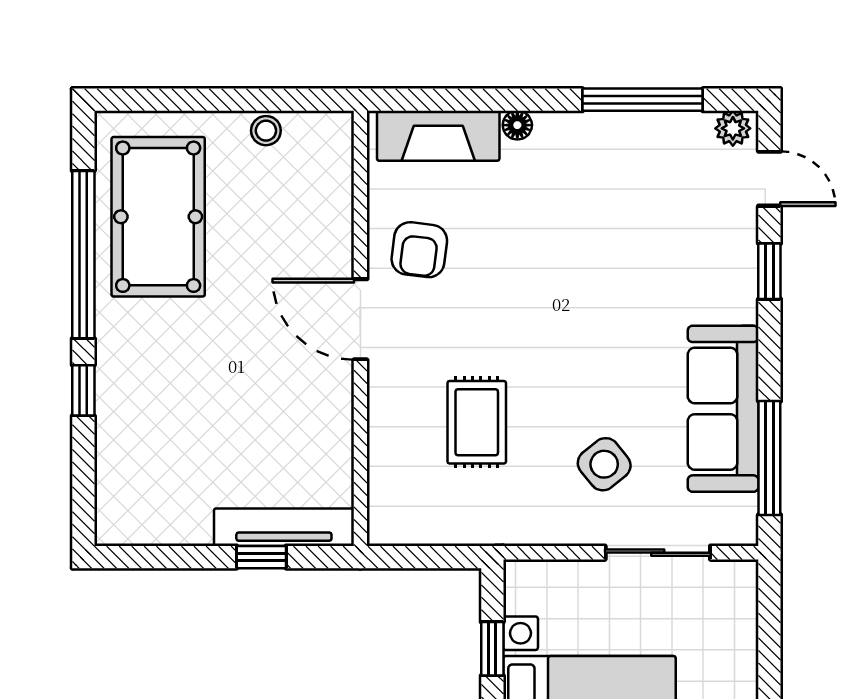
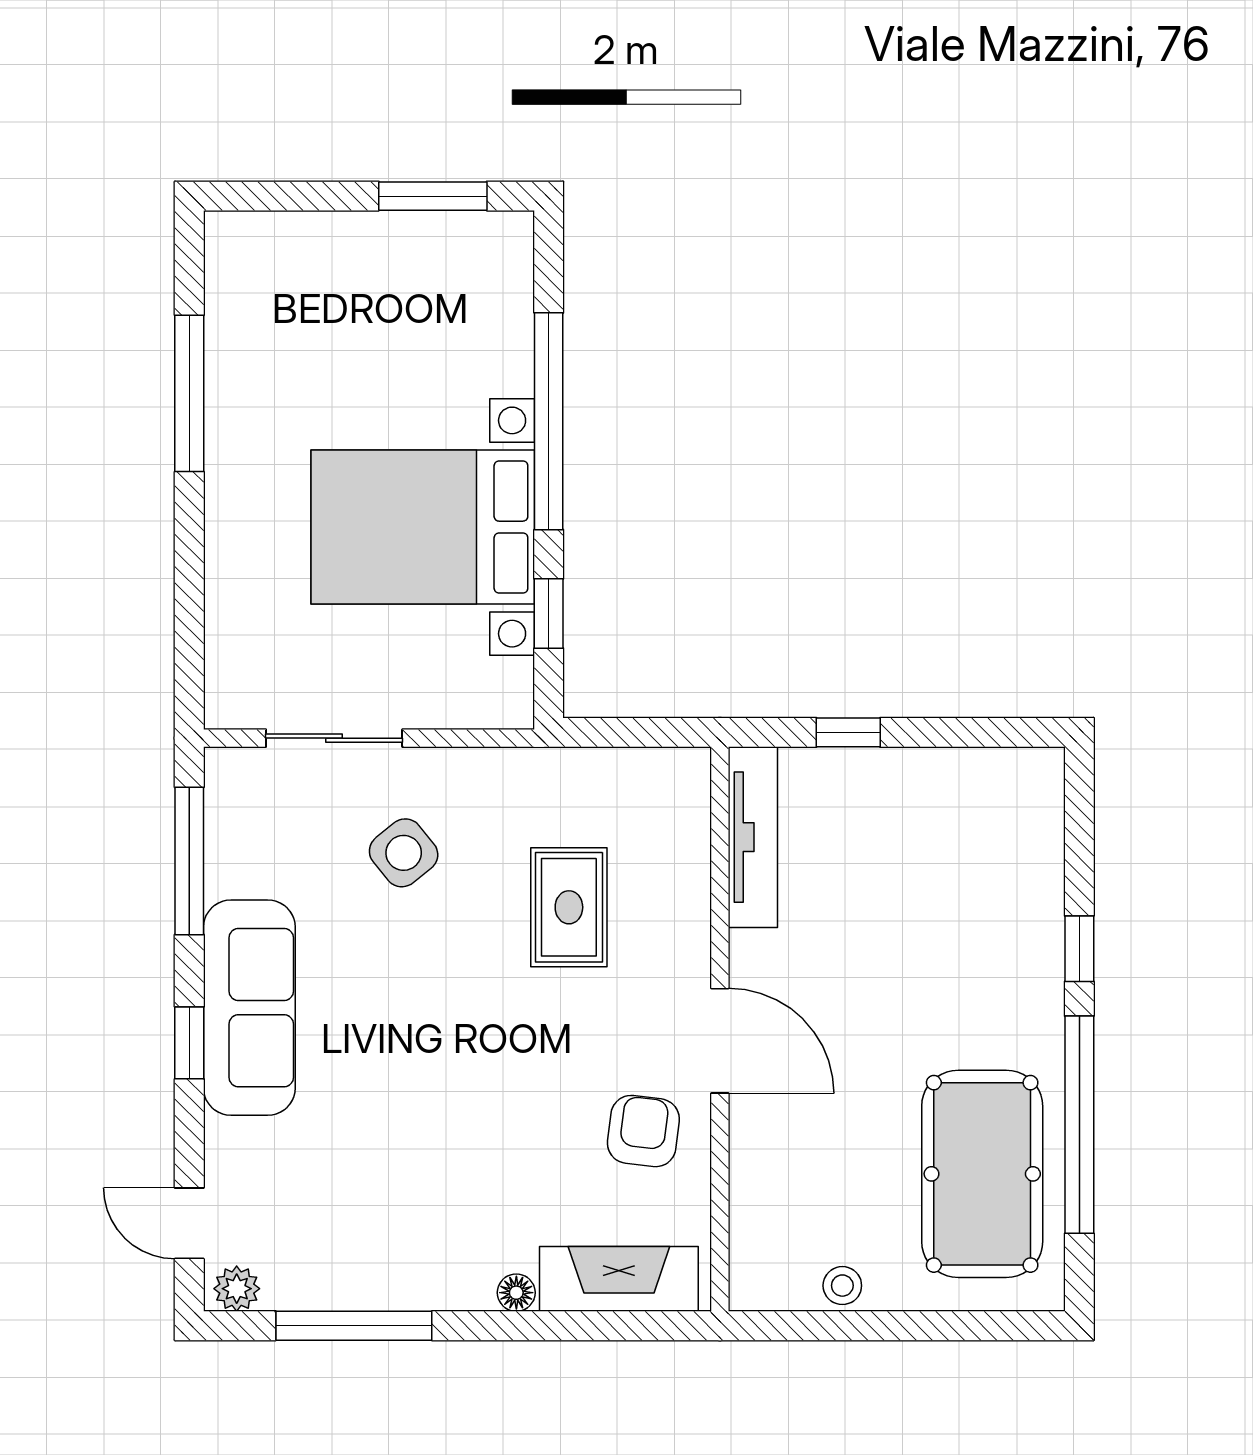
window: (769, 271) -> (189, 1043), moved
sofa: (723, 409) -> (249, 1008), moved
tv unit: (284, 527) -> (753, 837), moved, turned -90

